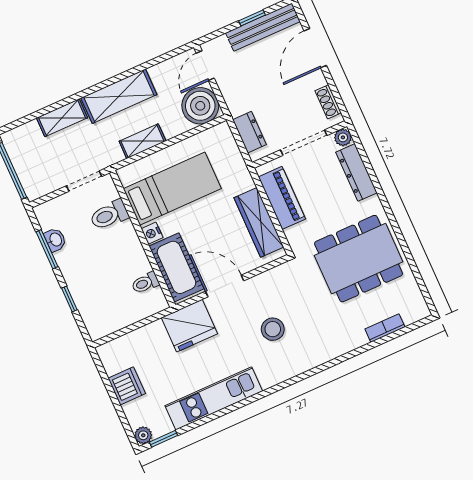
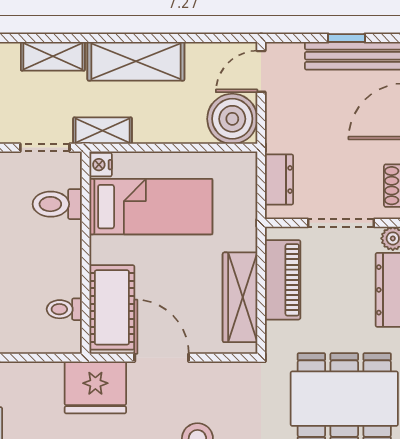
shelving: (143, 141) -> (103, 131), moved
nightstand: (152, 233) -> (101, 165), moved

